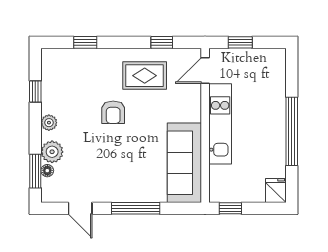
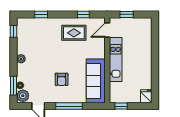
window: (35, 92) -> (14, 31), moved
armchair: (113, 112) -> (62, 79), moved
window: (292, 131) -> (155, 64), removed
plant: (52, 152) -> (23, 96), moved

